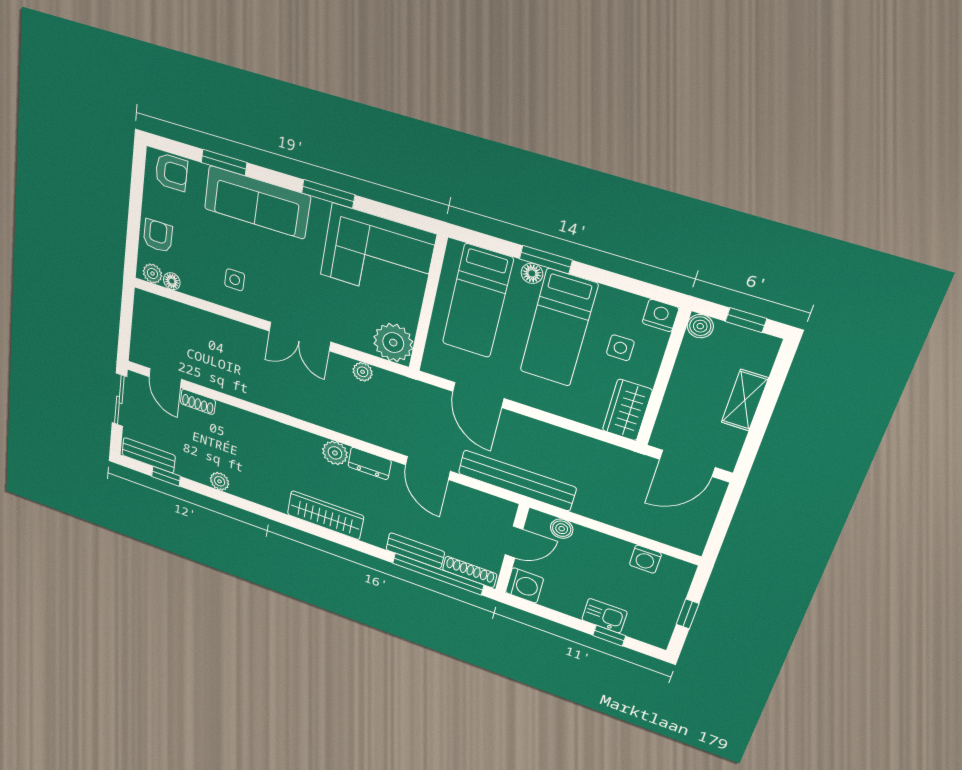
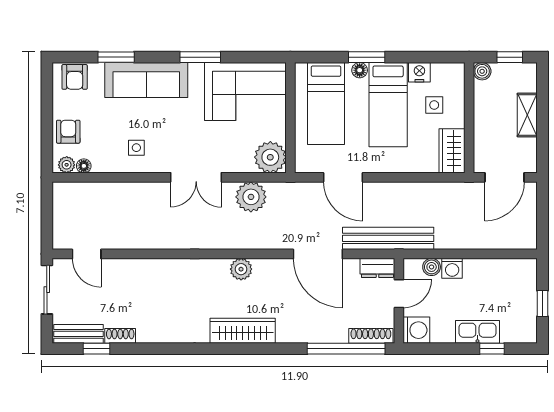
armchair: (171, 172) -> (75, 77), turned 90
nightstand: (661, 315) -> (419, 72), moved
plant: (363, 372) -> (251, 197), width x1.87, depth x1.87
shoe rack: (198, 402) -> (120, 336), moved, turned 180
dresser: (370, 464) -> (377, 268), moved
door: (428, 468) -> (318, 254), width x1.36
plant: (220, 481) -> (146, 335), removed
bench: (415, 551) -> (323, 334), removed
washing machine: (645, 559) -> (452, 268), moved
kitchen sink: (604, 616) -> (477, 332), width x1.38

